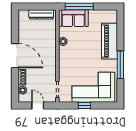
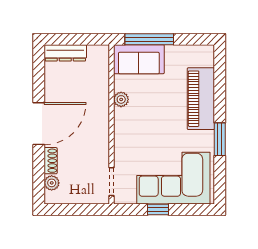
dresser: (41, 14) -> (65, 53), moved
door: (15, 56) -> (39, 124), hinge flipped
window: (120, 65) -> (220, 139), width x0.69
door: (38, 106) -> (78, 209), removed

